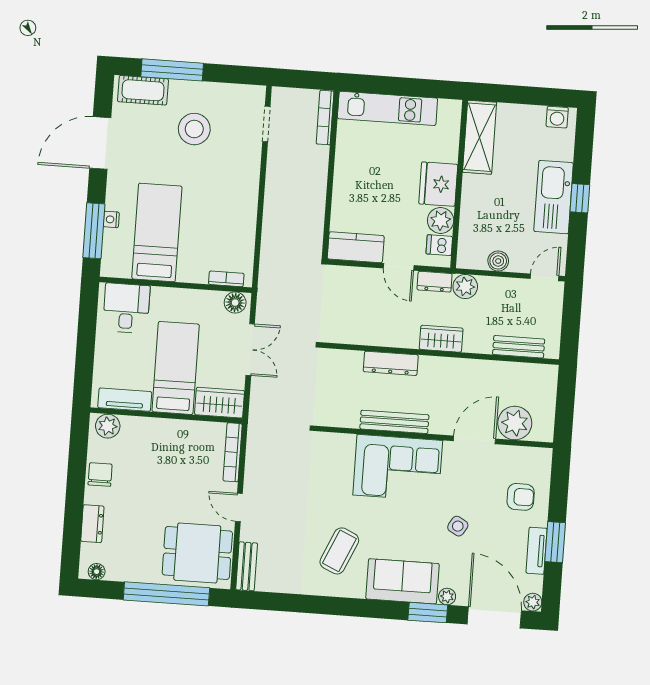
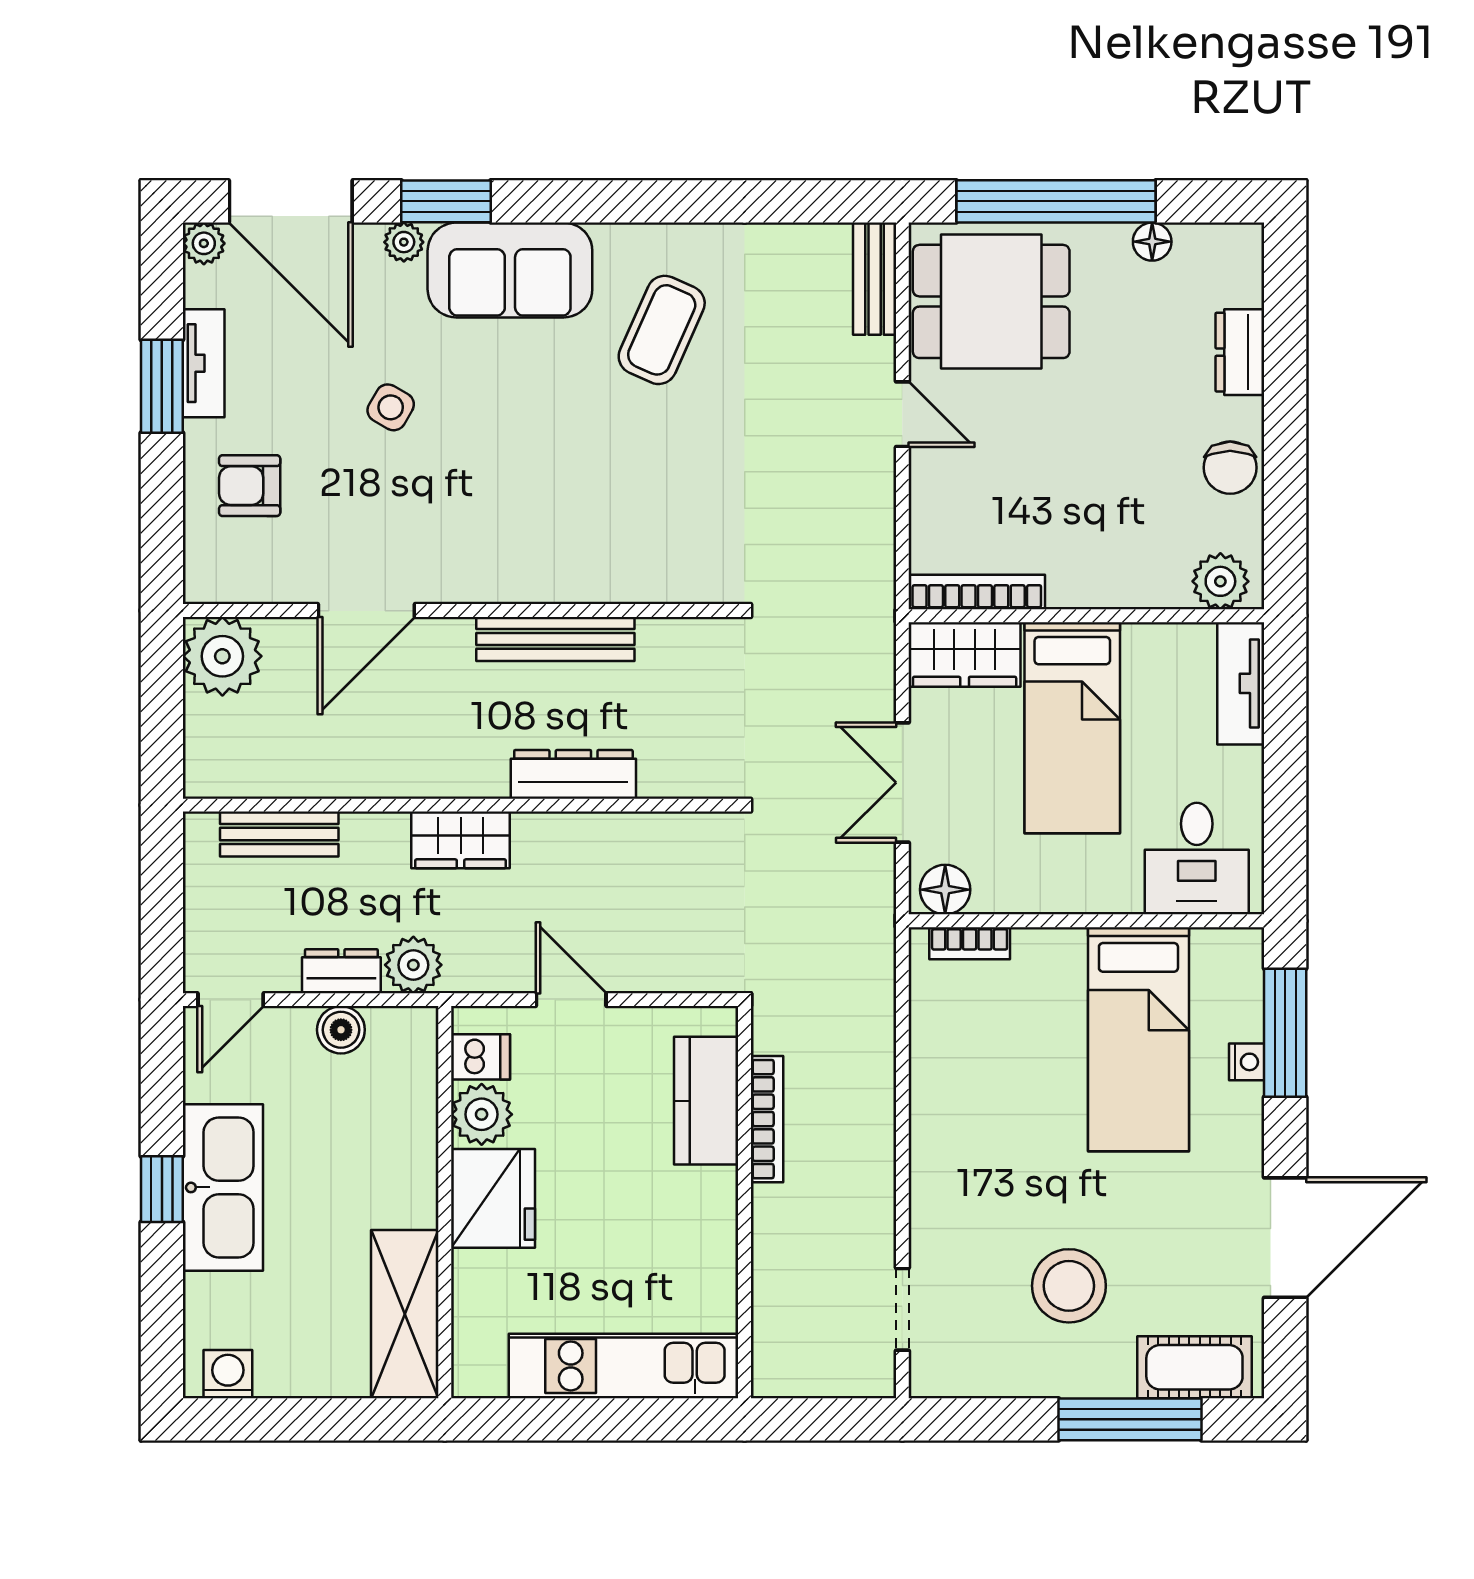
bookcase: (325, 117) -> (767, 1119), moved
kitchen counter: (356, 247) -> (706, 1101), moved, turned 90
dresser: (435, 282) -> (341, 971), moved
tv unit: (125, 400) -> (1241, 683), moved, turned 90
plant: (515, 423) -> (222, 656), moved
bookcase: (233, 452) -> (977, 592), moved, turned -90
corner sofa: (398, 468) -> (540, 533), removed
floor lamp: (97, 572) -> (1152, 242), moved

